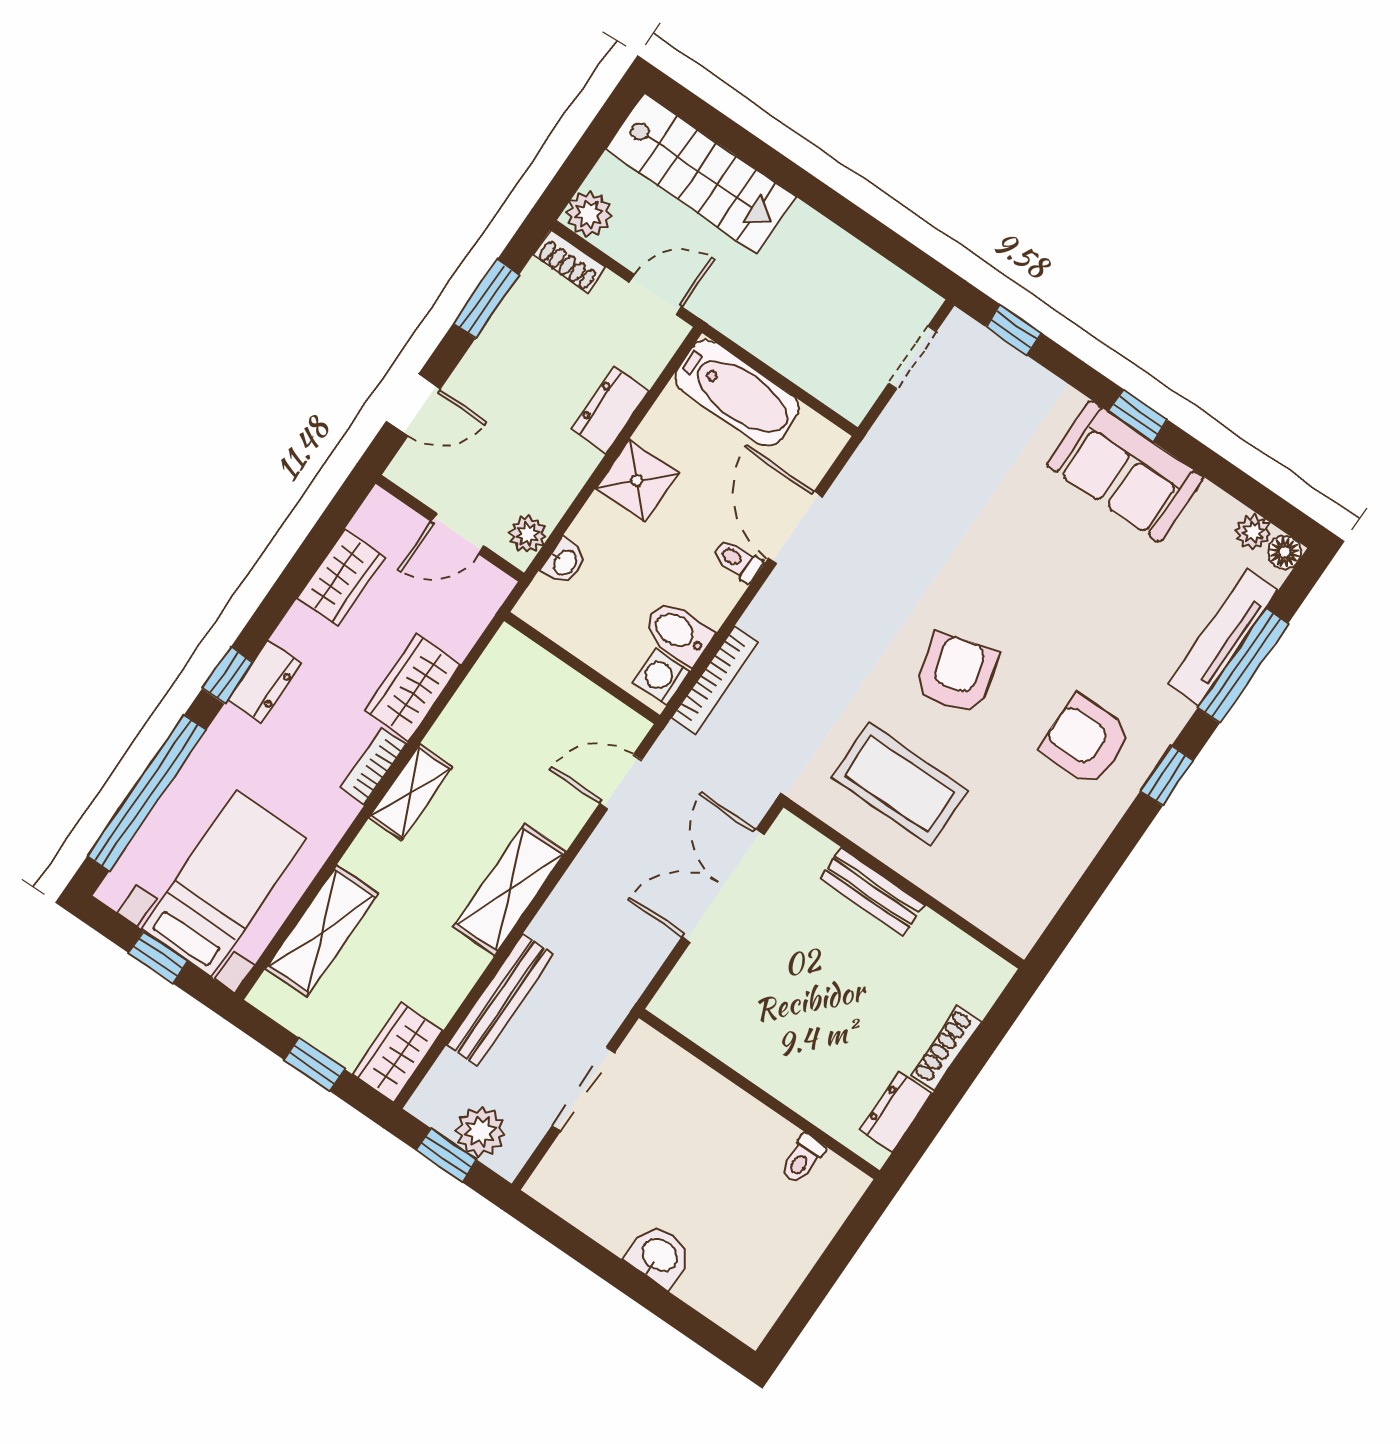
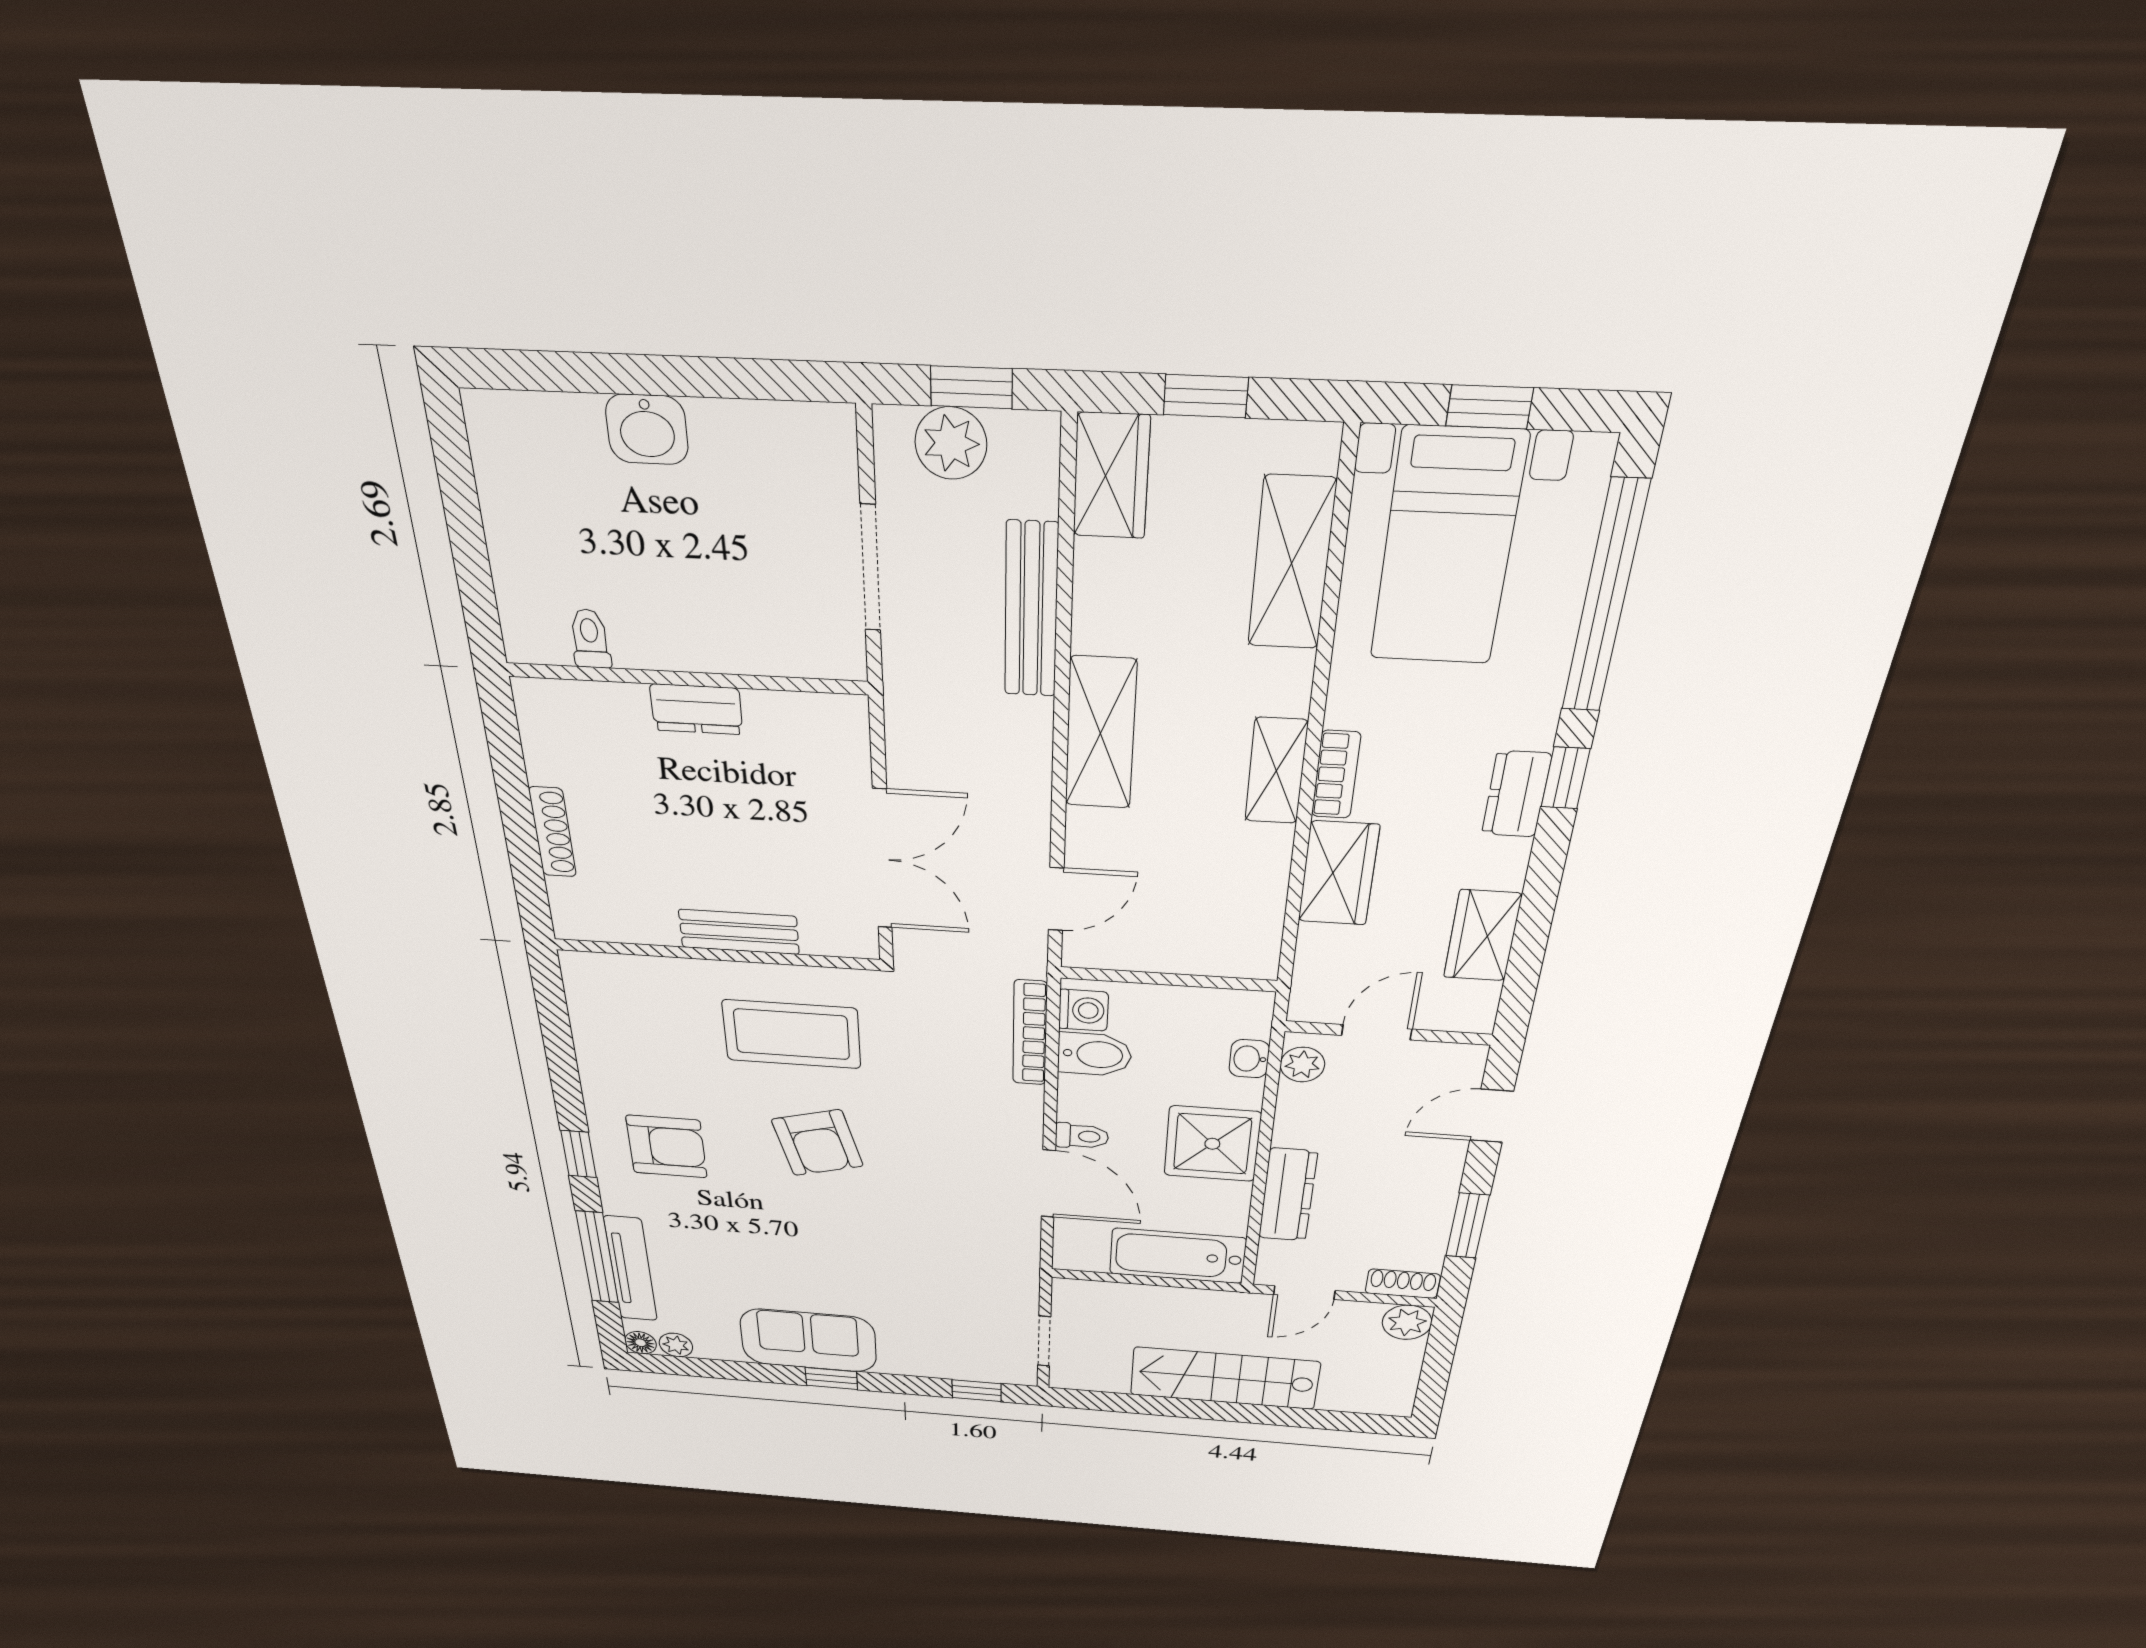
stairs: (701, 173) -> (1224, 1378), moved
dresser: (610, 410) -> (1288, 1195), width x1.44
shower: (637, 480) -> (1212, 1144), width x1.36, depth x1.36
dresser: (896, 1112) -> (696, 709), moved, turned 90

